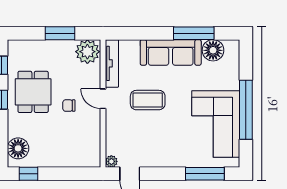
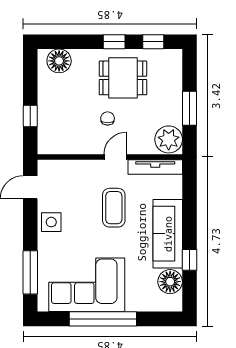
window: (194, 33) -> (189, 260), width x0.46
side table: (160, 155) -> (51, 222), added
plant: (111, 161) -> (44, 167), removed
window: (28, 174) -> (30, 116), moved

